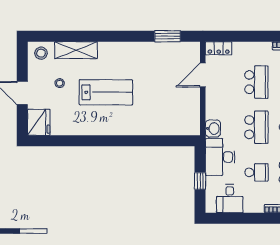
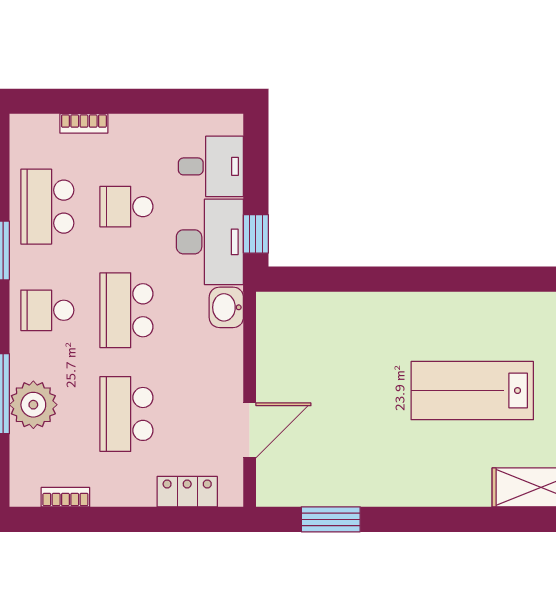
locker: (219, 48) -> (187, 492), moved
window: (200, 181) -> (256, 234), moved
desk: (230, 199) -> (211, 166), moved, turned 90

